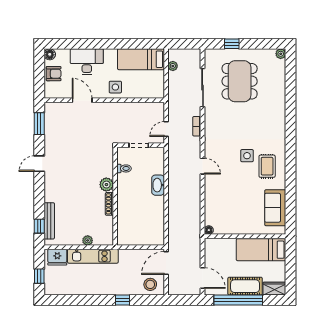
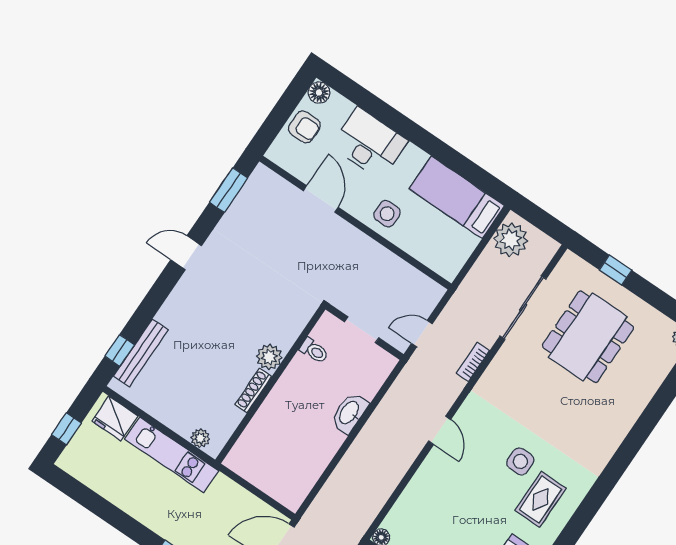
plant: (173, 66) -> (511, 240), width x1.87, depth x1.87
plant: (88, 240) -> (200, 438), moved

